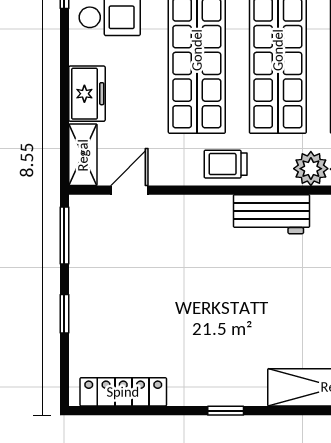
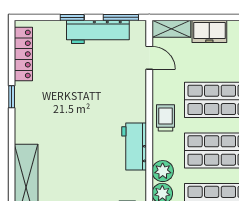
workbench: (88, 272) -> (98, 32), added
window: (226, 411) -> (12, 97), moved

